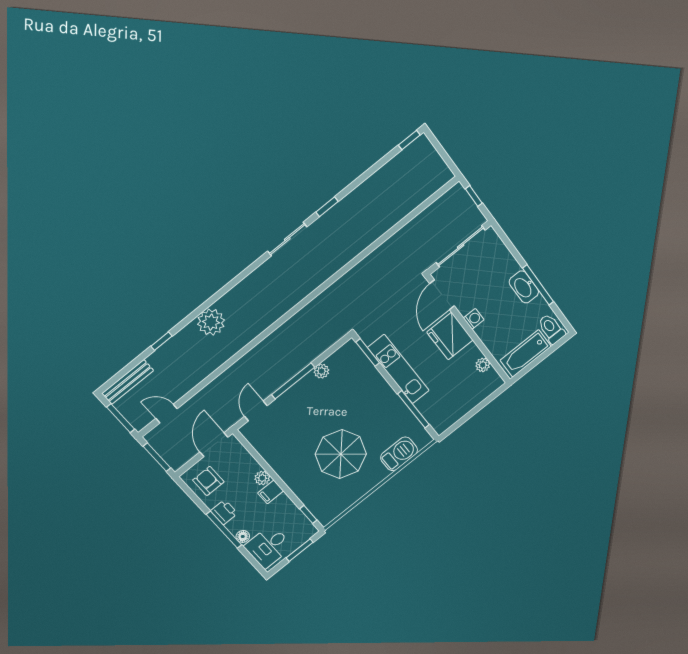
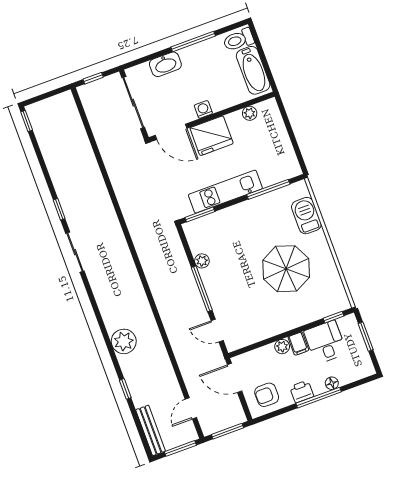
washbasin: (524, 287) -> (165, 64), moved
desk: (268, 546) -> (325, 342), moved, turned 180

